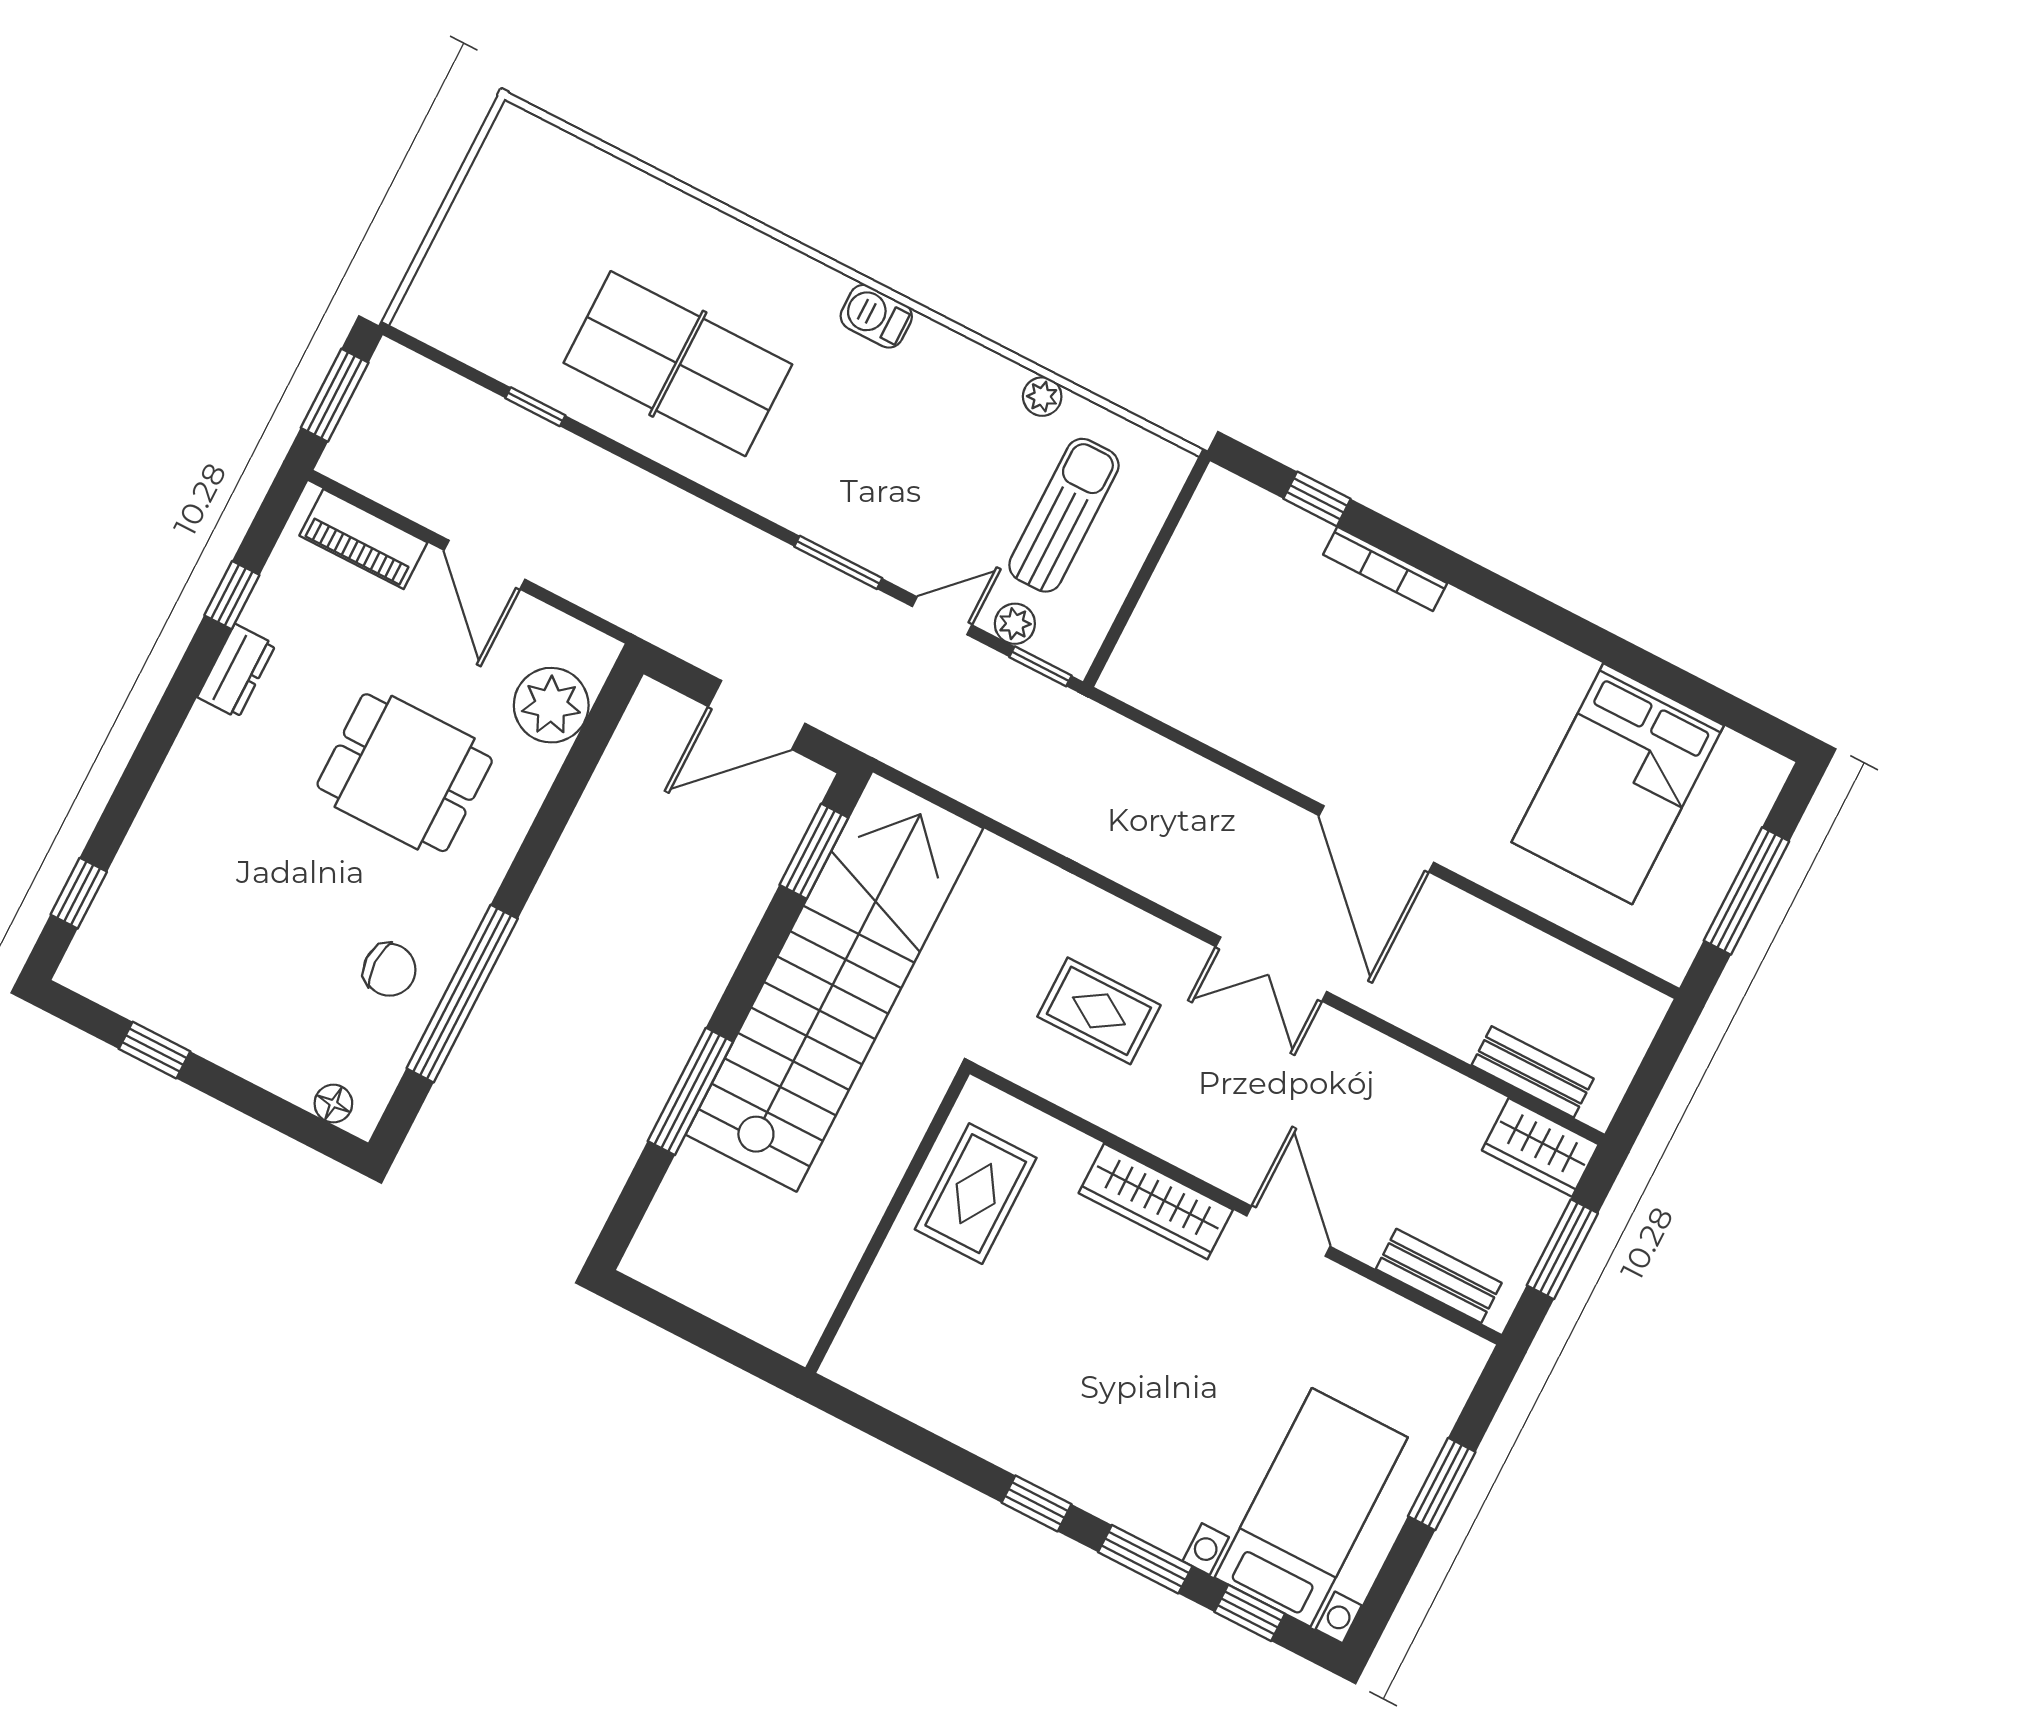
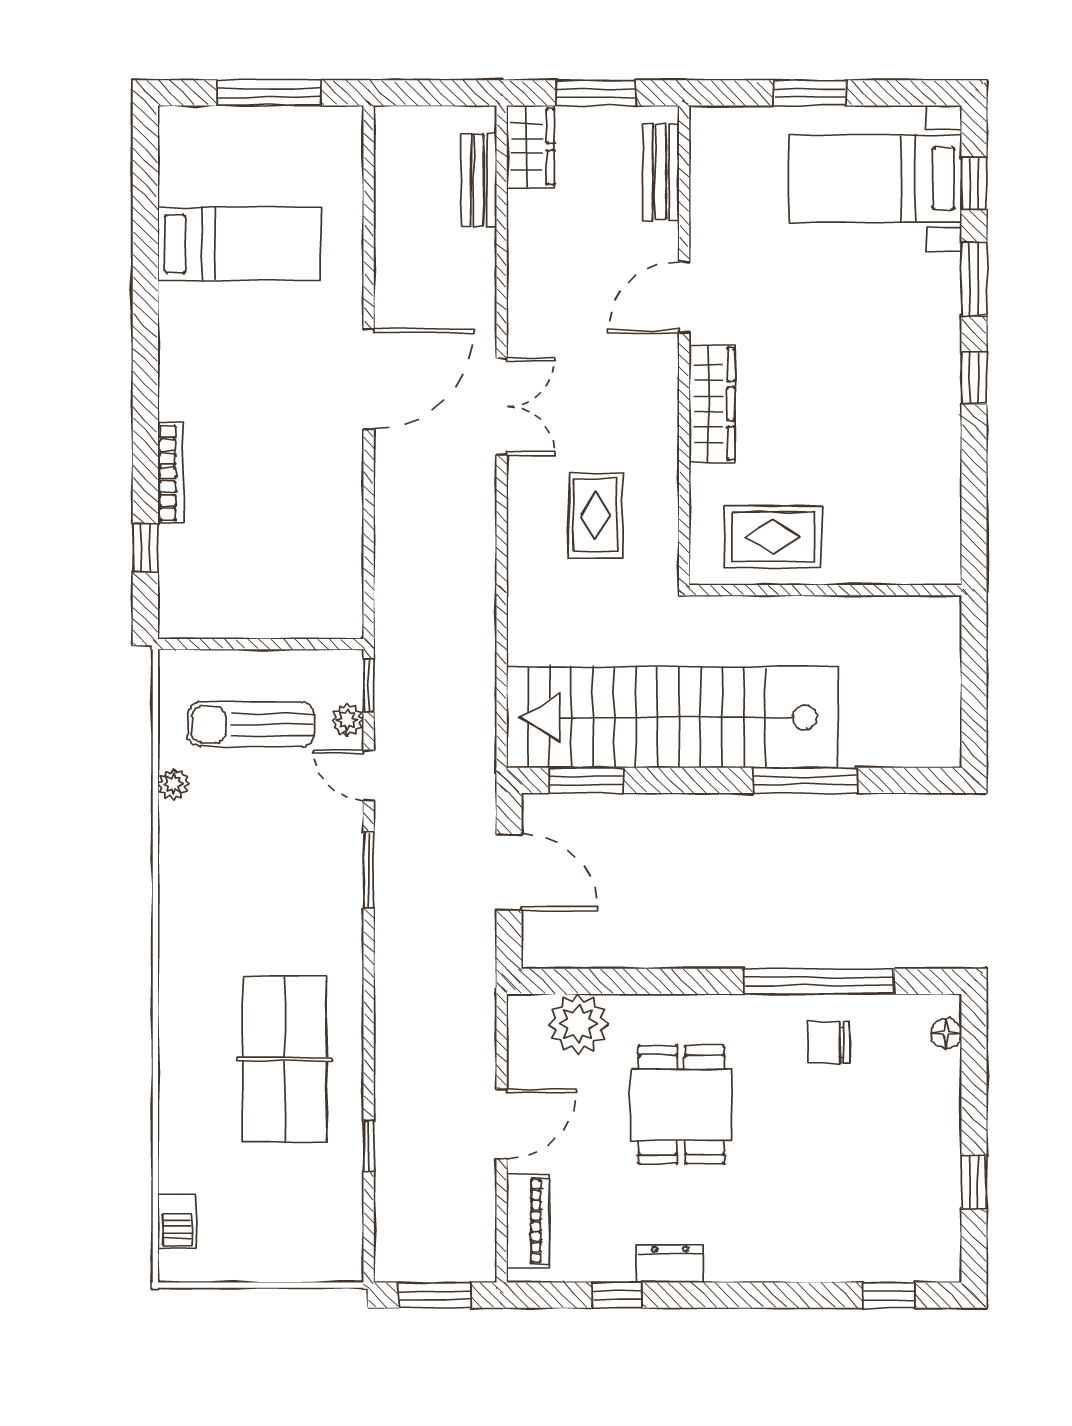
barbecue: (876, 316) -> (177, 1222), moved
bed: (1618, 784) -> (239, 244), width x0.67
chair: (390, 970) -> (829, 1043), turned -90

